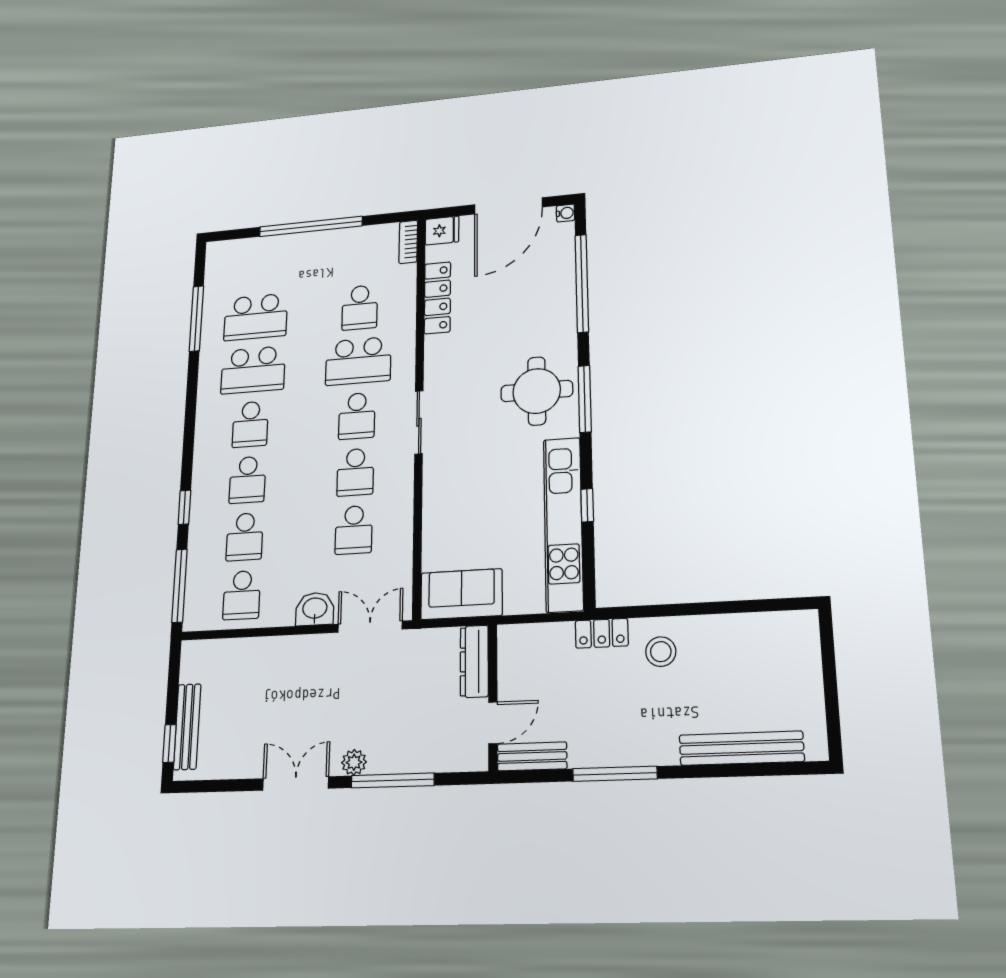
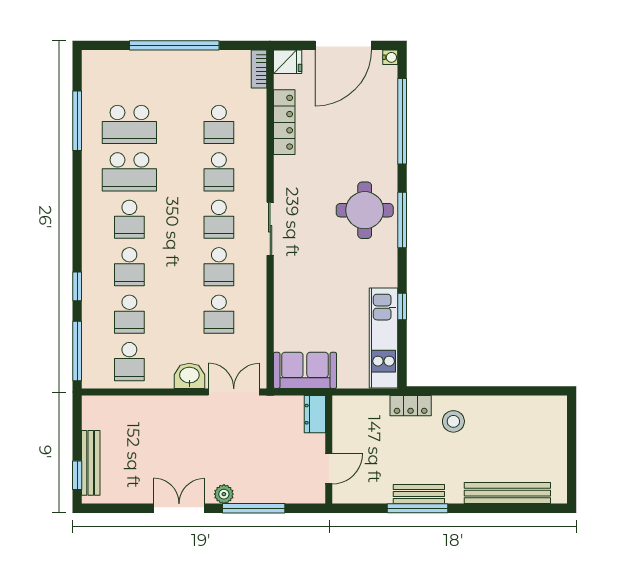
school desk: (358, 361) -> (219, 172), width x0.54
kitchen unit: (563, 524) -> (384, 338), width x0.73
dresser: (474, 661) -> (315, 414), width x0.70
bench: (532, 756) -> (419, 494), moved

